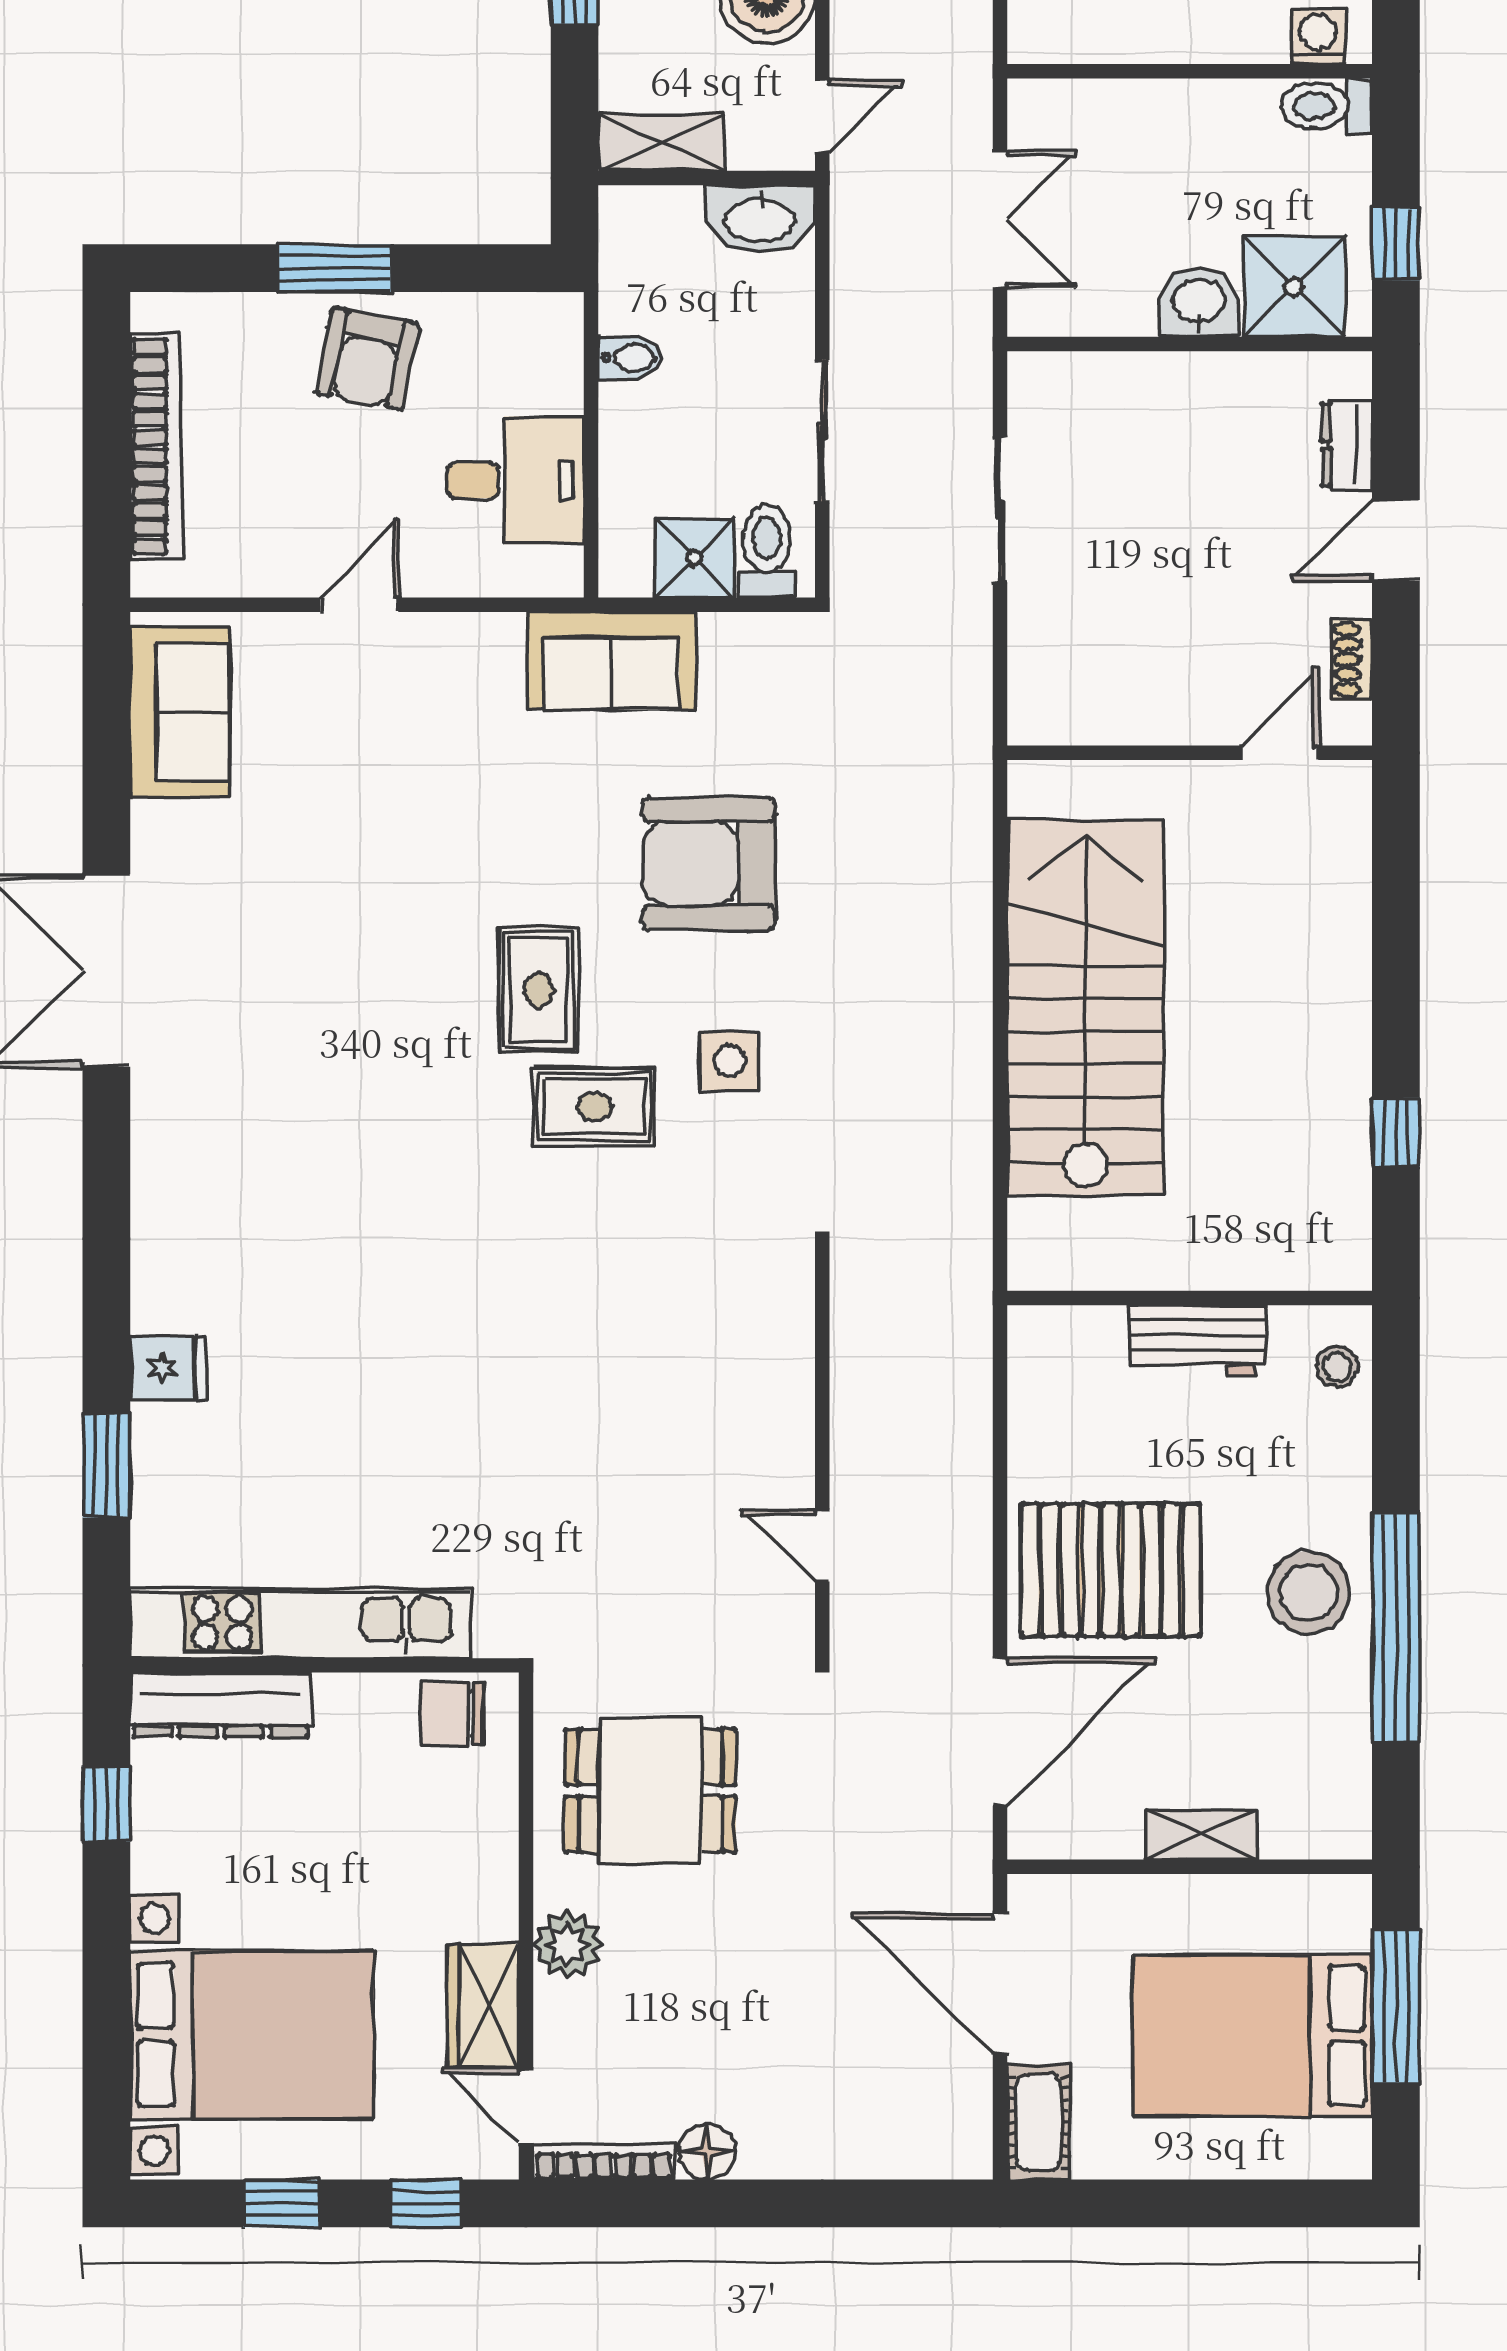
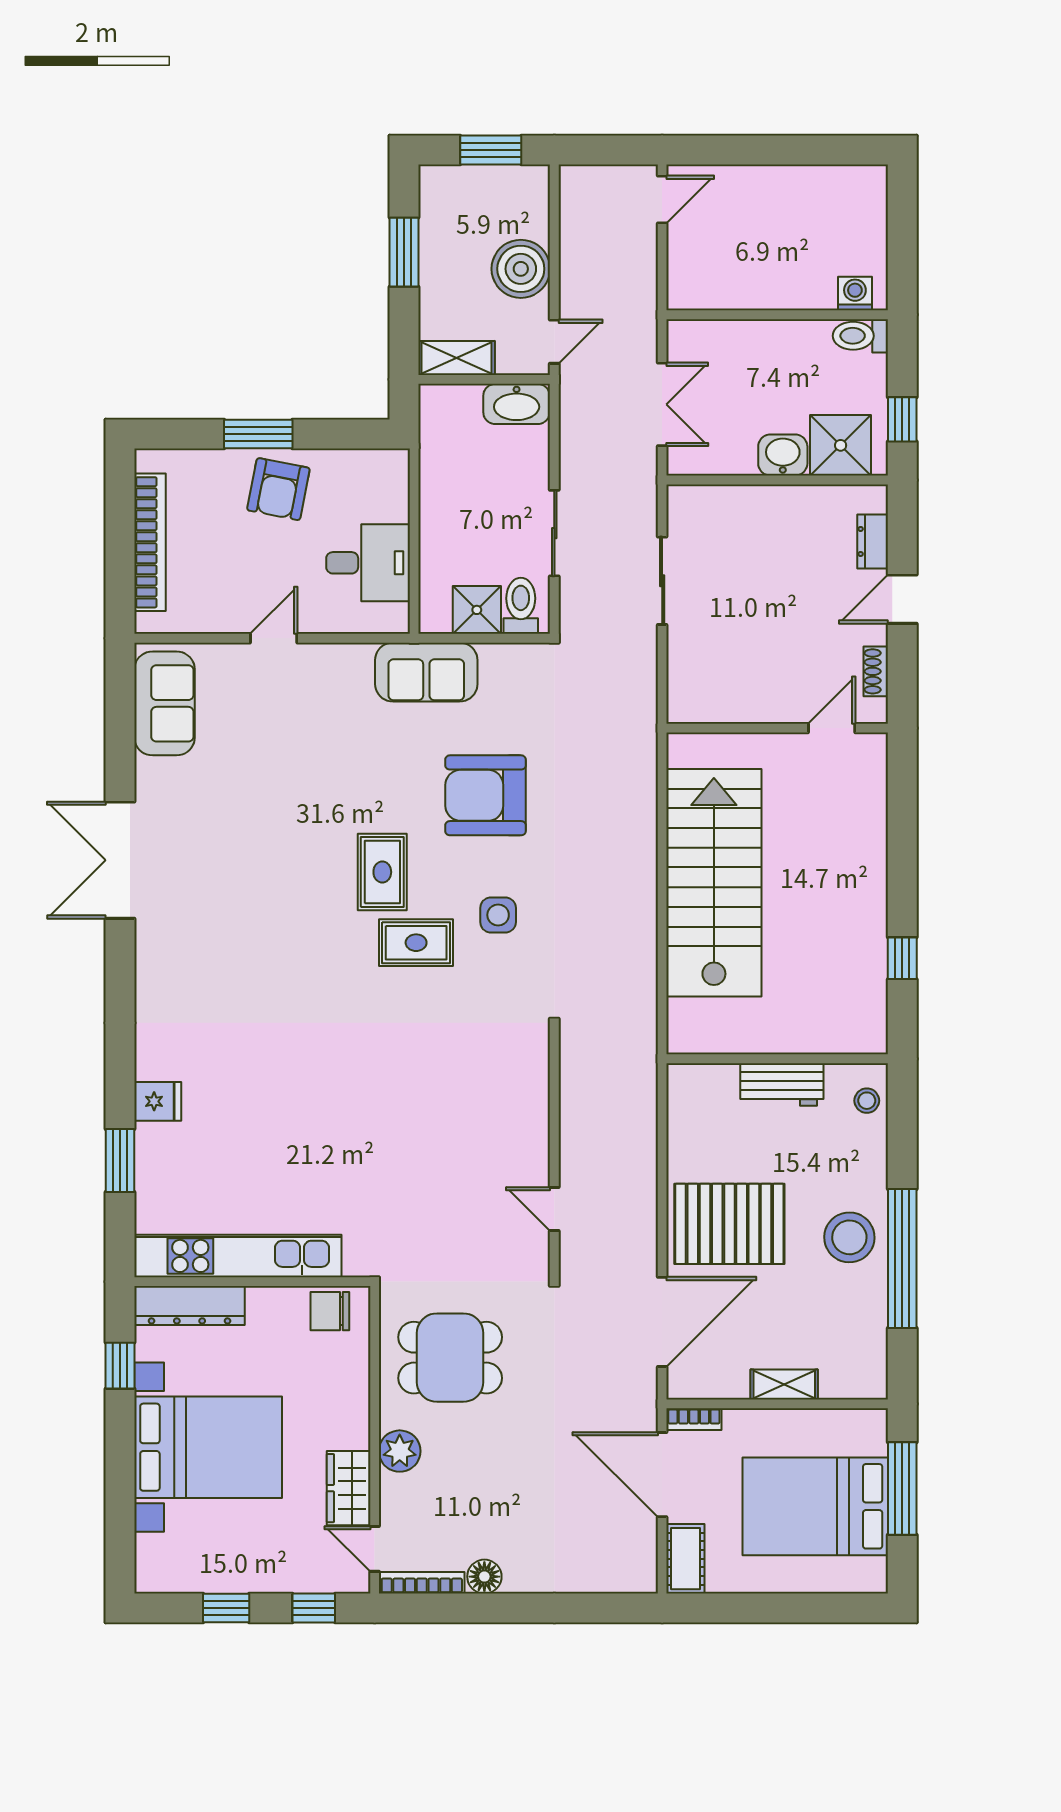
bidet: (630, 357) -> (438, 488), removed
bookcase: (1052, 1892) -> (694, 1419), added
bed with nightstands: (252, 2035) -> (208, 1447), moved

